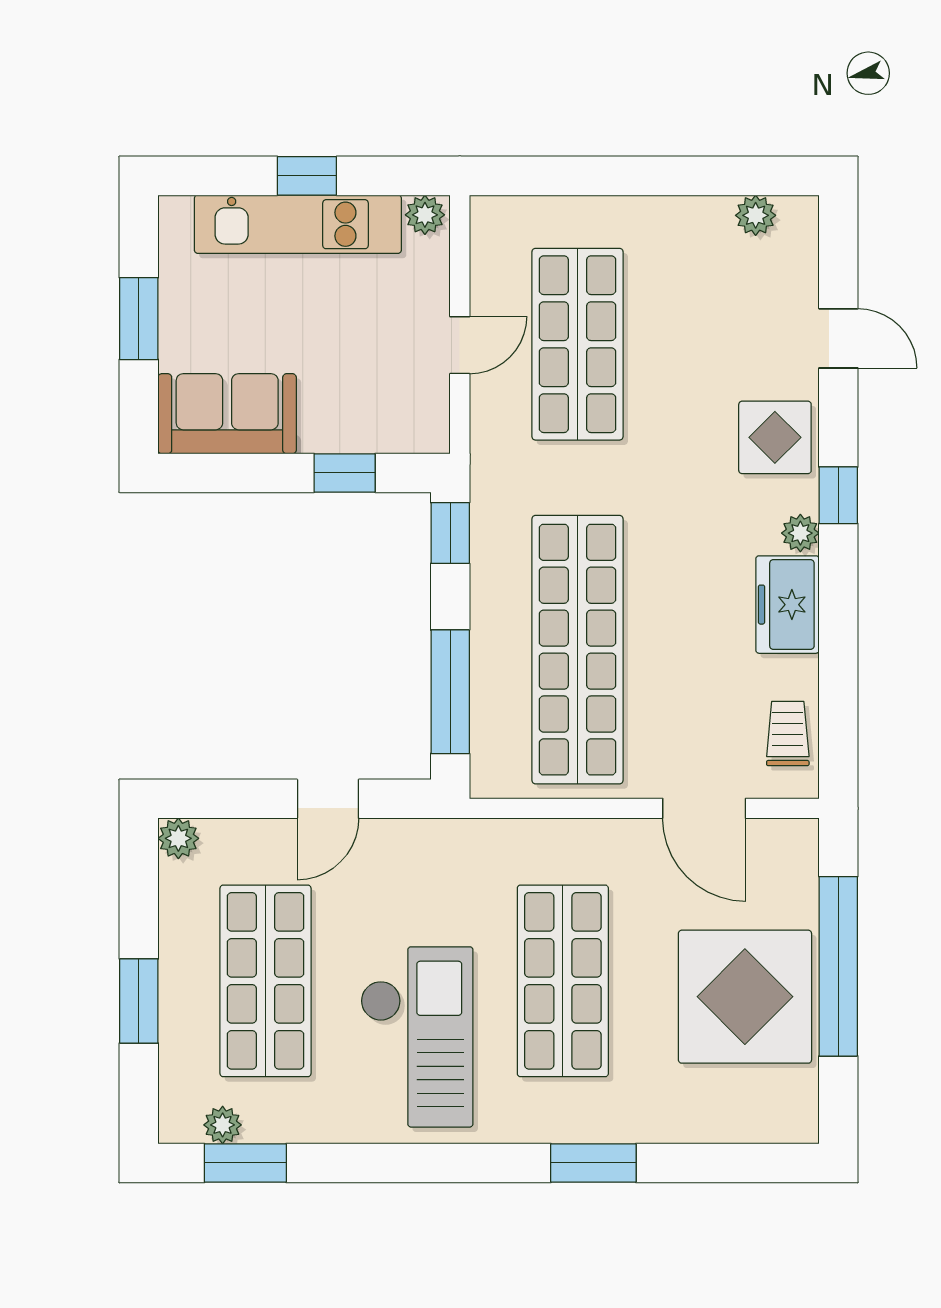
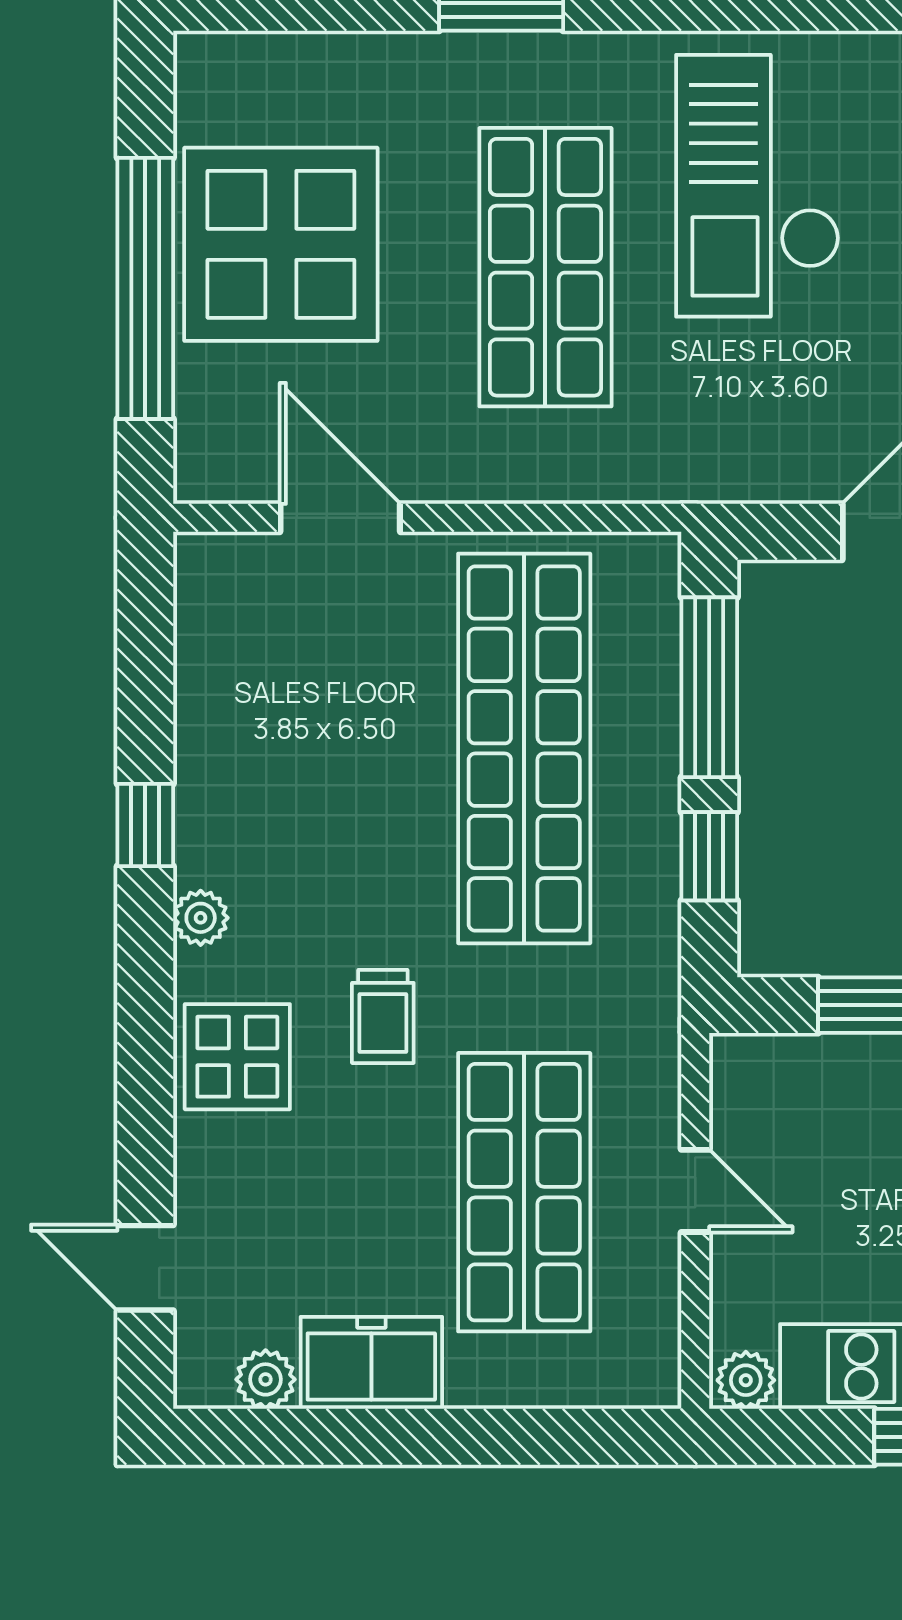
door: (838, 338) -> (145, 1268), moved
door: (460, 345) -> (695, 1191), swing flipped
window: (838, 495) -> (145, 825), moved
window: (450, 533) -> (709, 856), moved
freezer: (787, 605) -> (371, 1363), moved, turned -90
trolley: (788, 734) -> (383, 1016), moved

